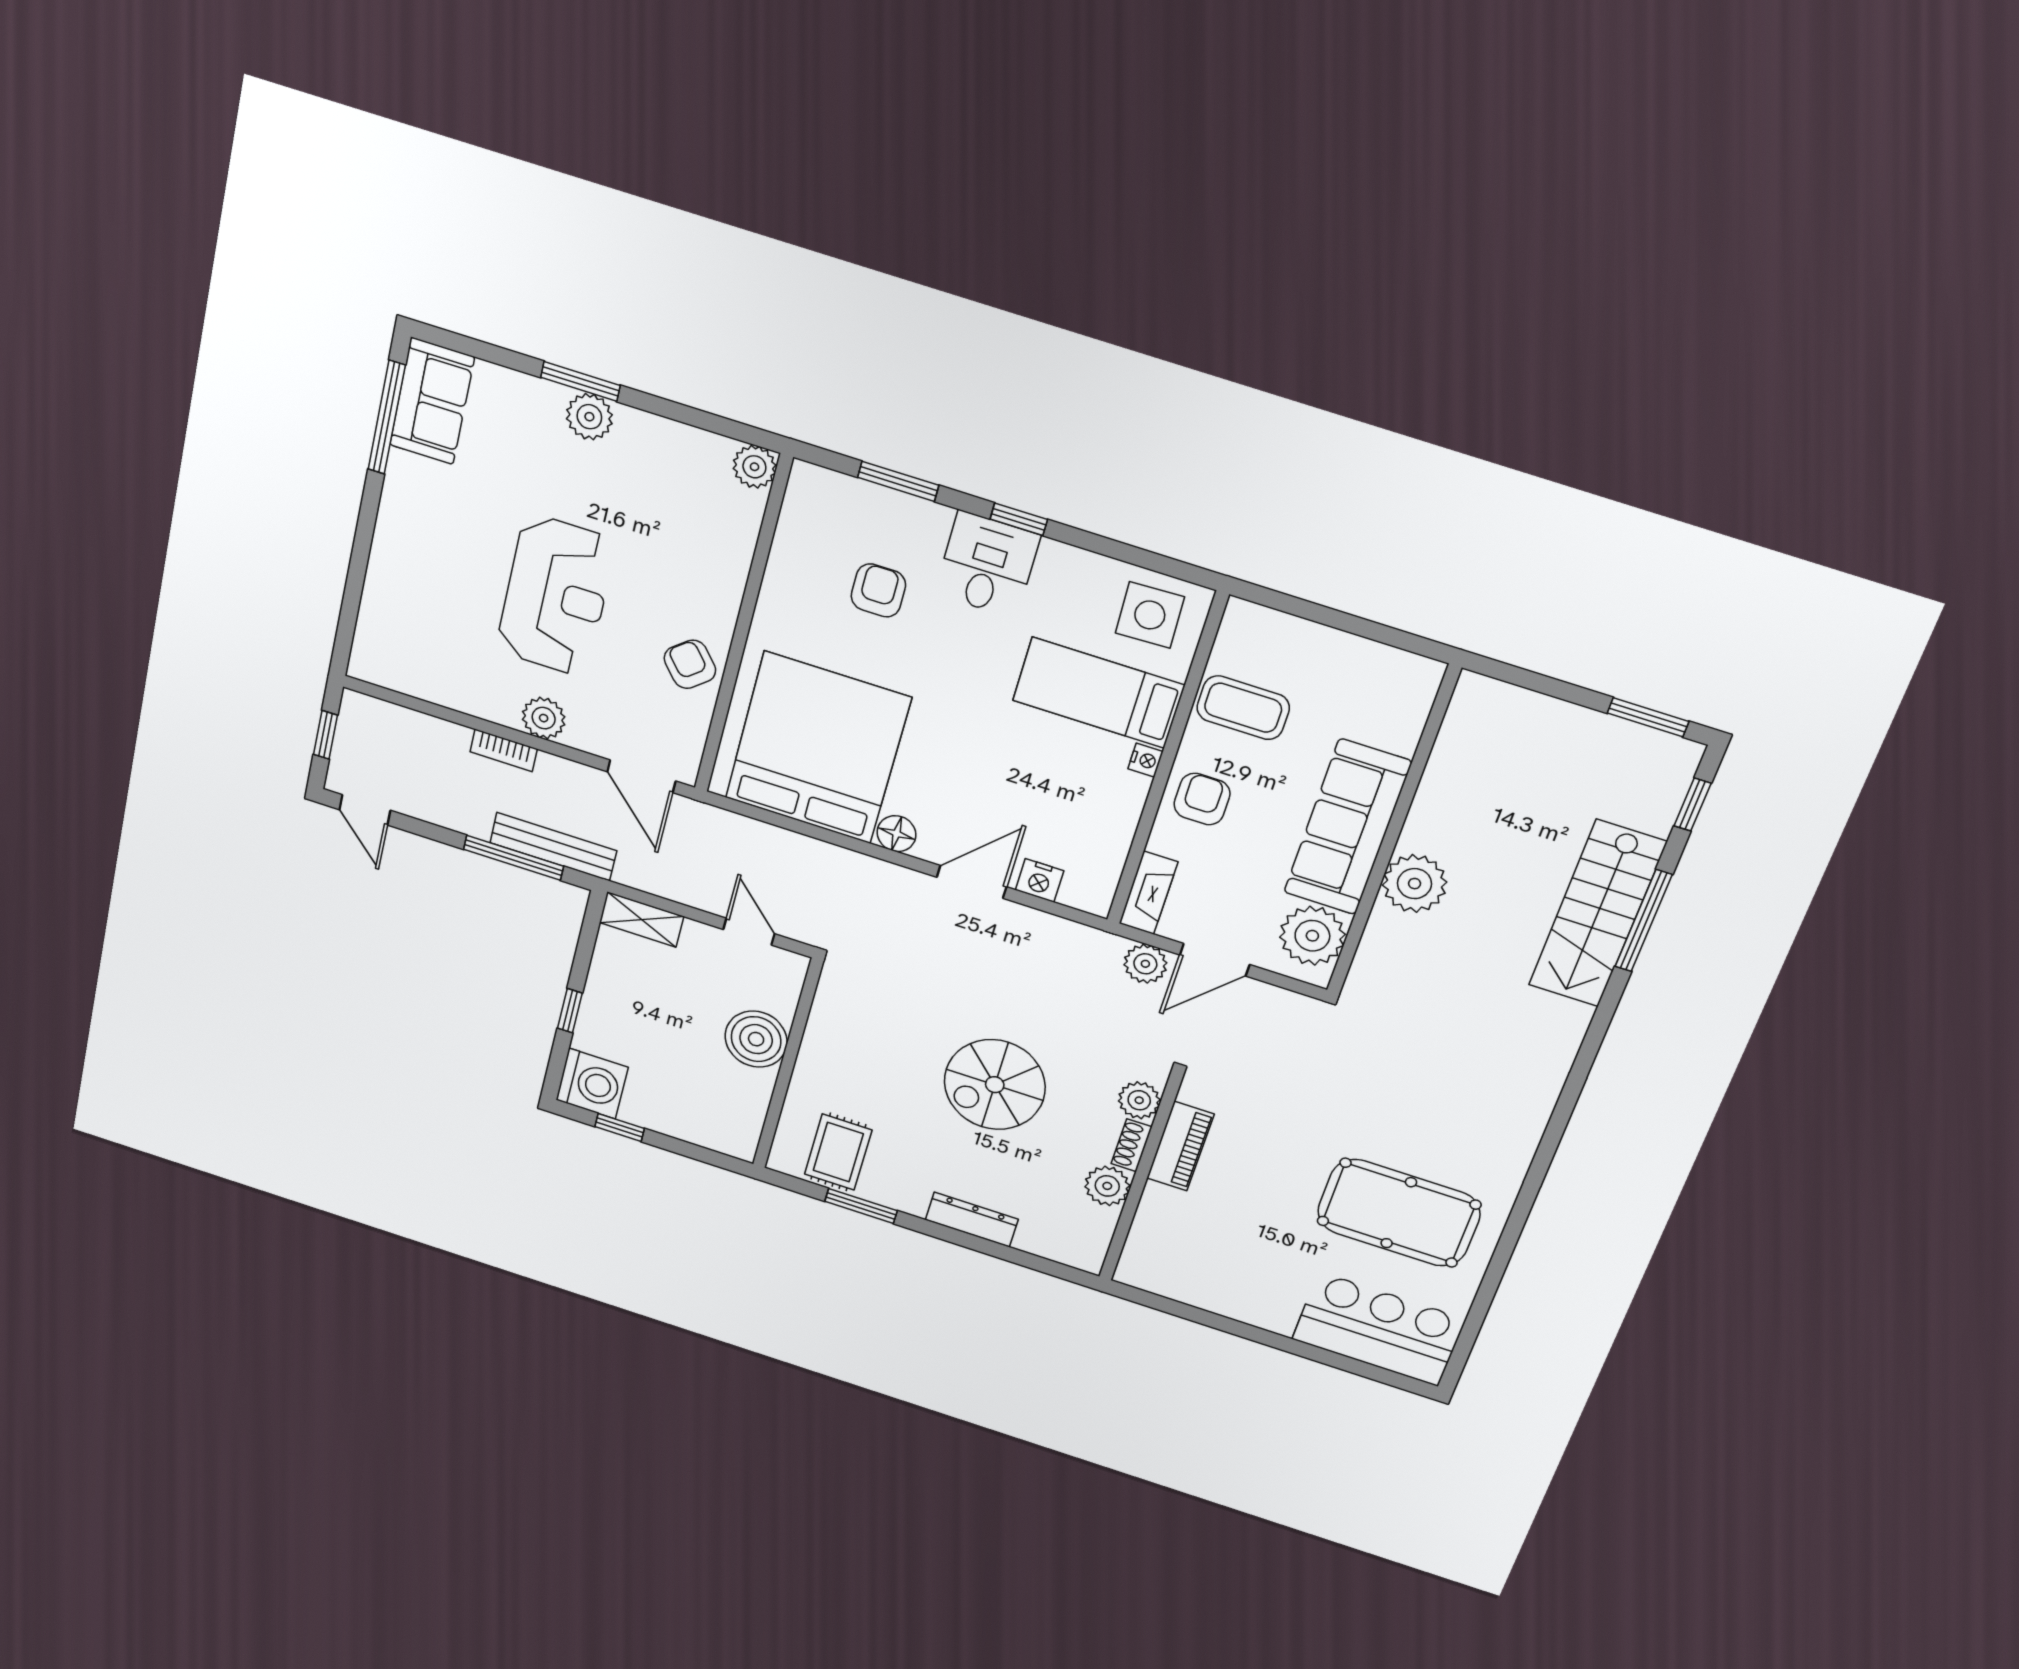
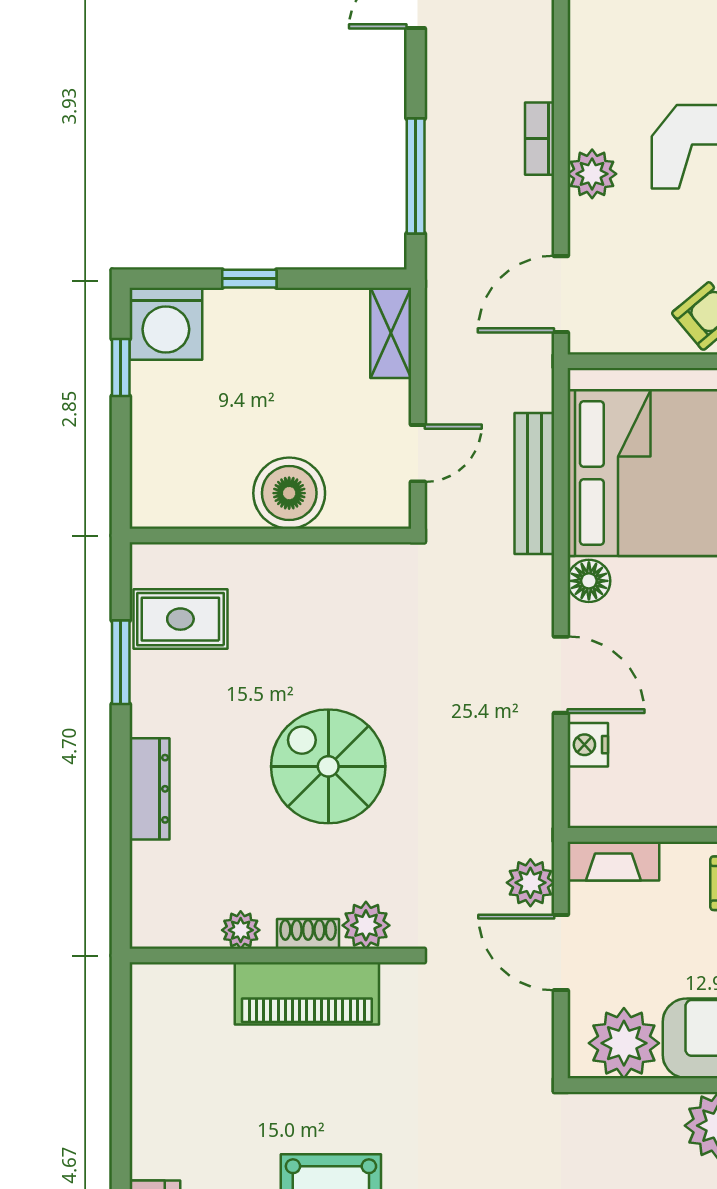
bench: (553, 847) -> (534, 484), moved
piano: (1180, 1146) -> (307, 993), width x1.37, depth x1.33
plant: (1107, 1186) -> (241, 930), width x0.73, depth x0.73

